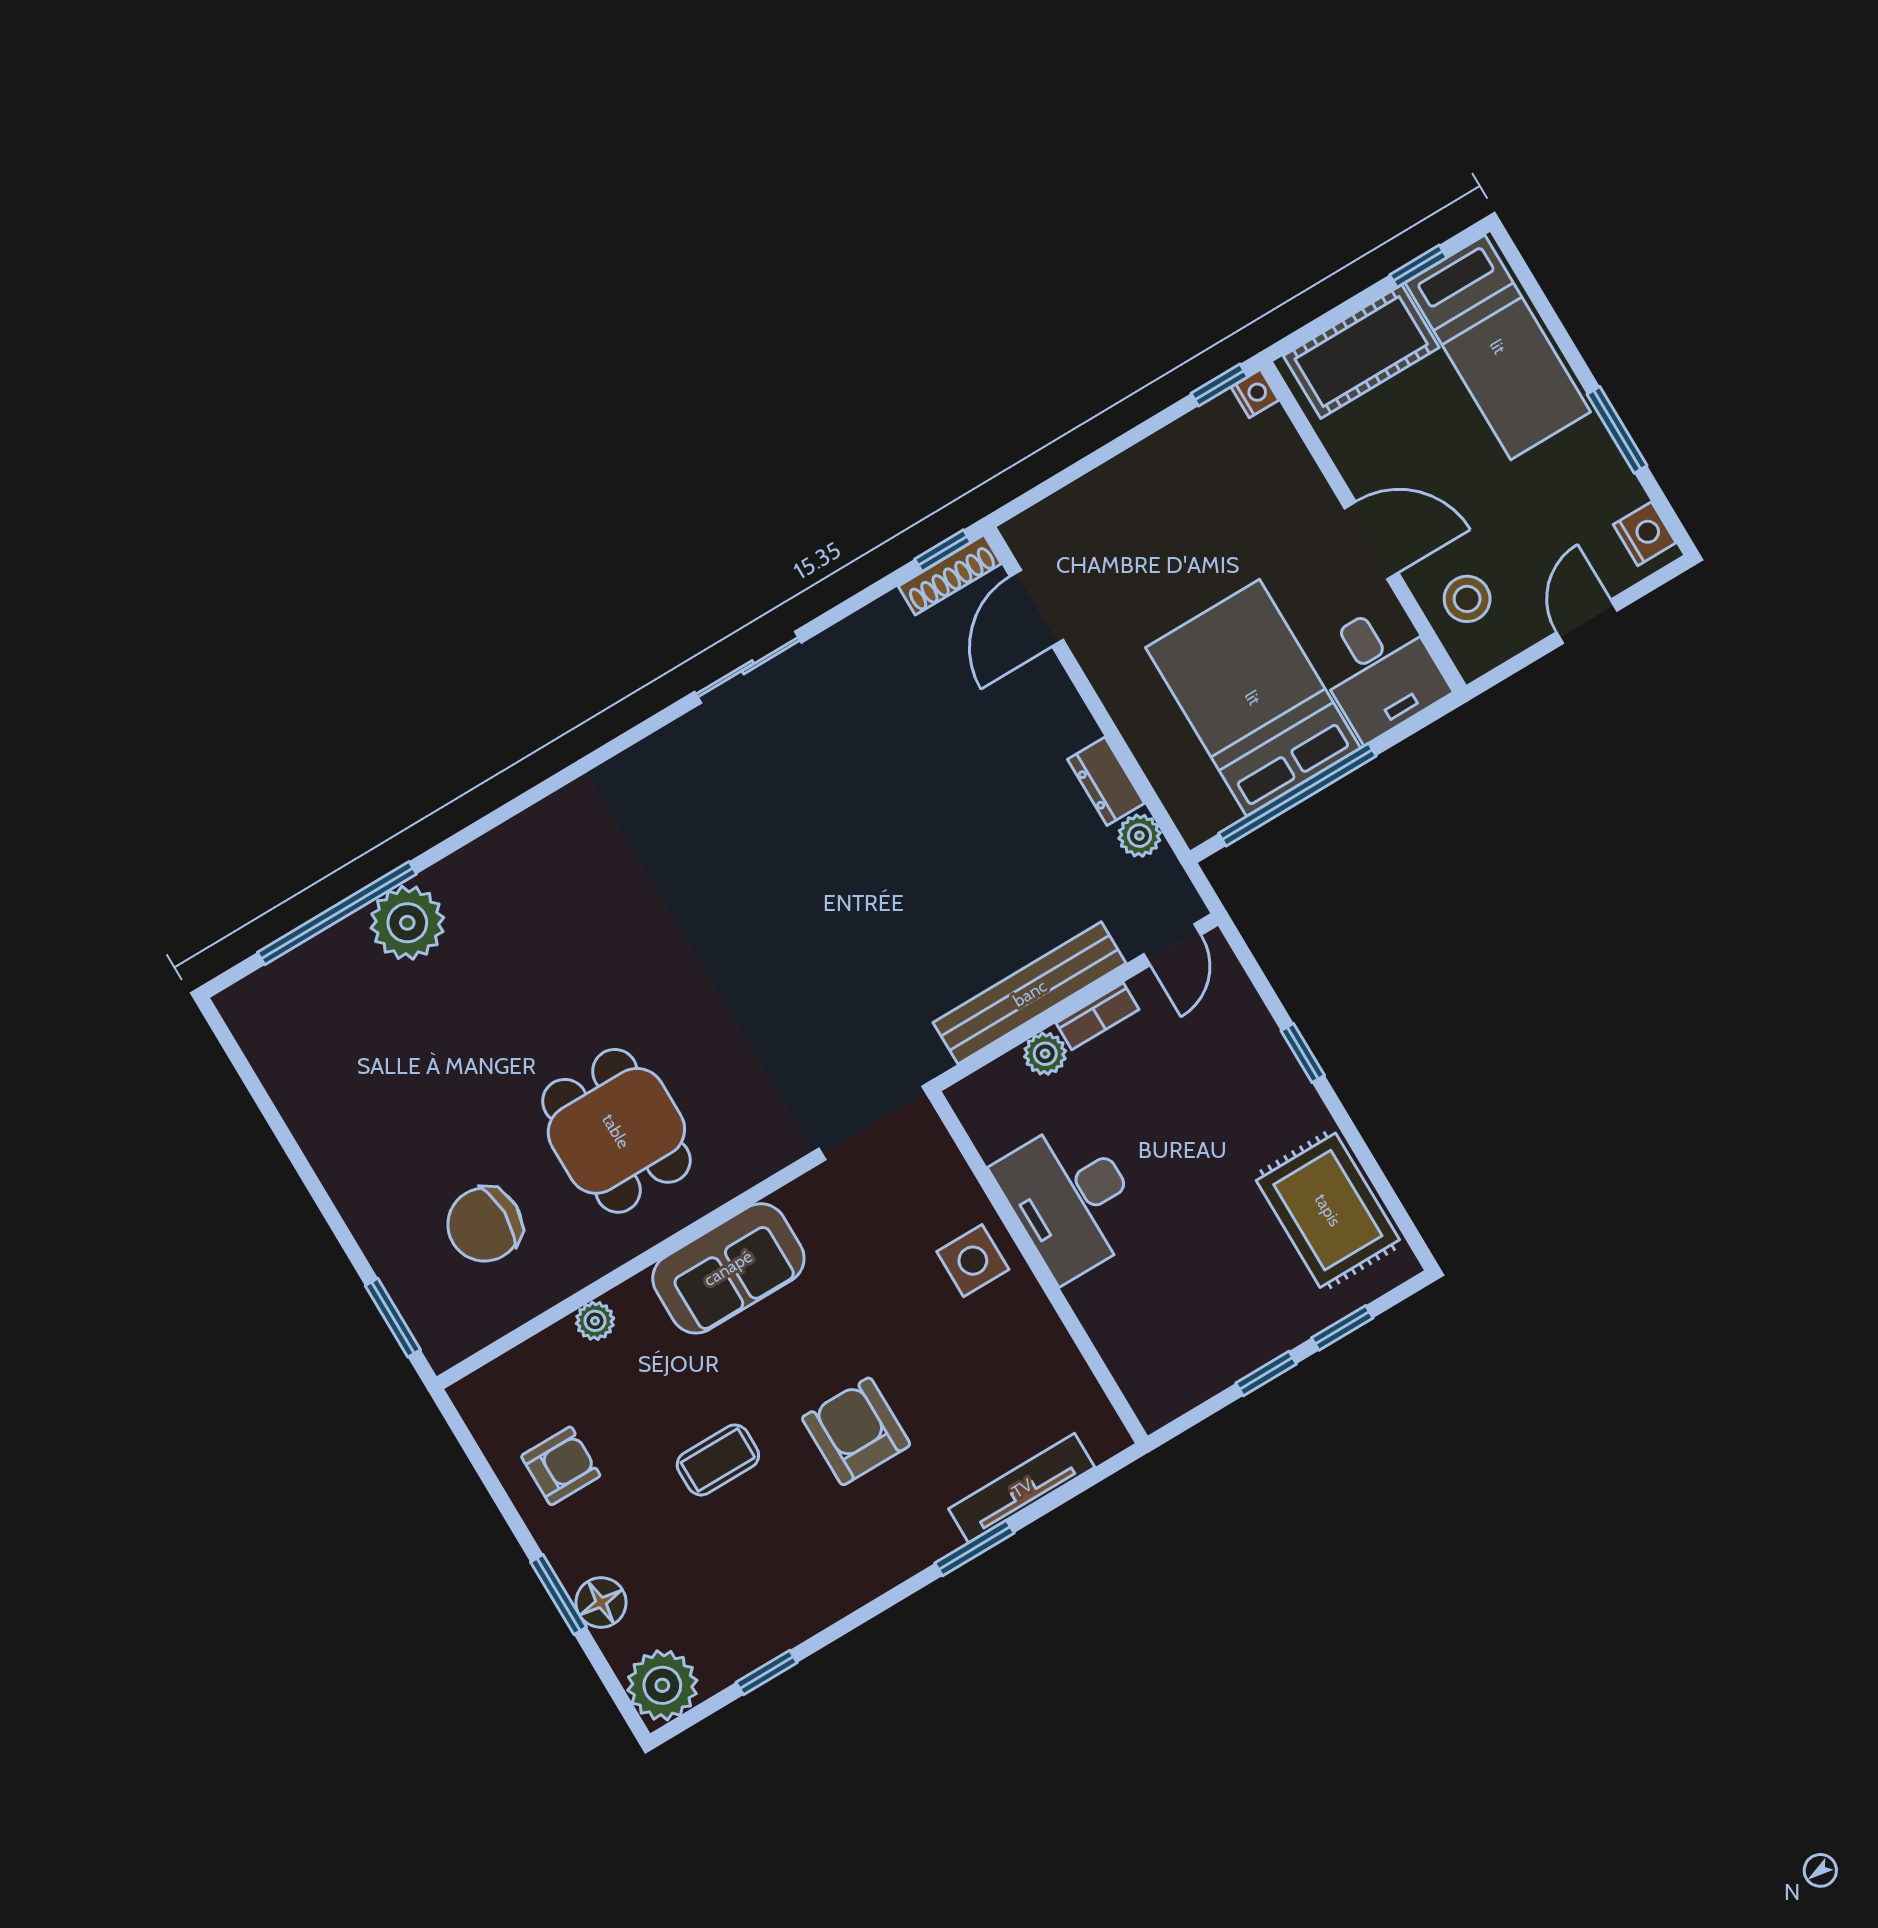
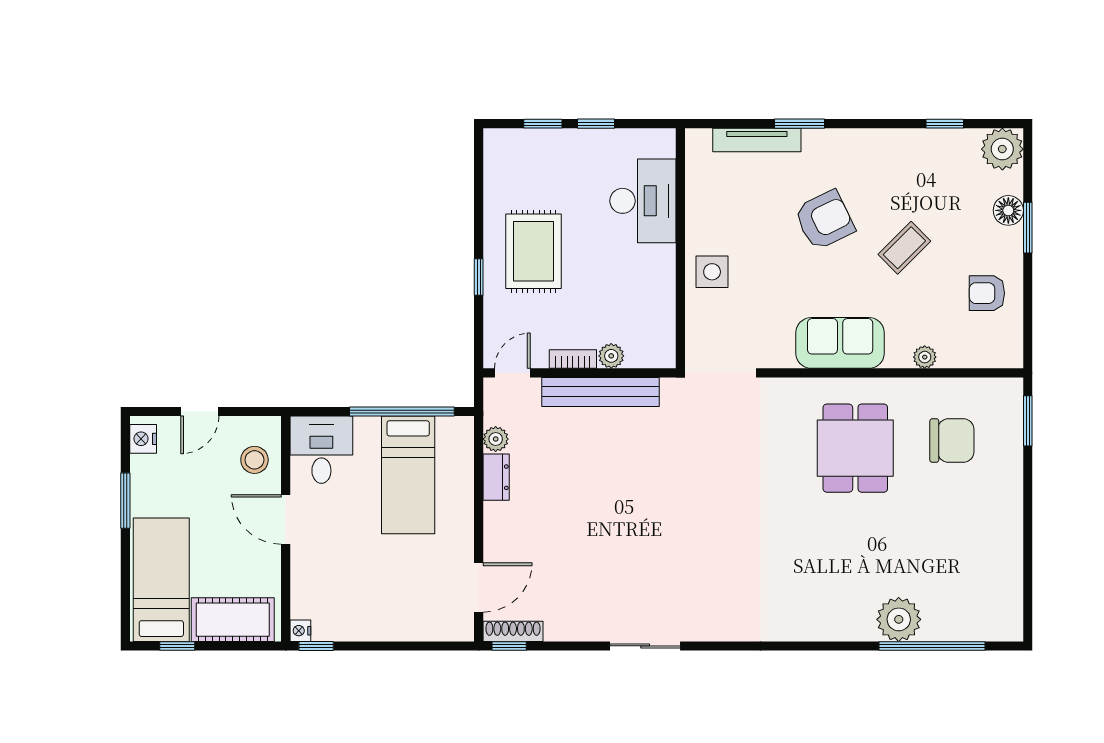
bed: (1253, 698) -> (408, 475), width x0.67
desk: (1070, 1199) -> (643, 201), moved
rug: (1328, 1210) -> (534, 251), moved
armchair: (856, 1431) -> (825, 220), turned -116
coffee table: (718, 1460) -> (904, 248), turned -45

